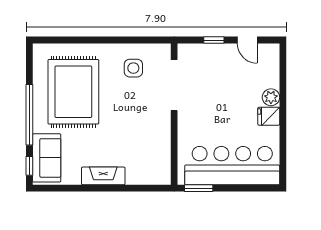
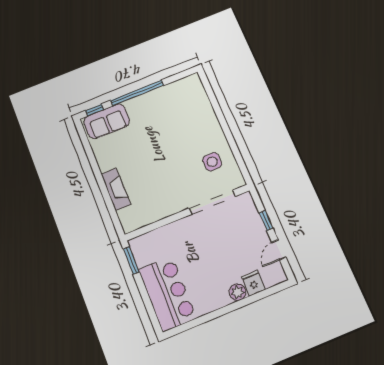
rug: (73, 92) -> (171, 120), removed
fridge: (269, 116) -> (253, 283), moved
bar counter: (232, 166) -> (167, 294), width x0.73
fireplace: (103, 176) -> (116, 189), moved

